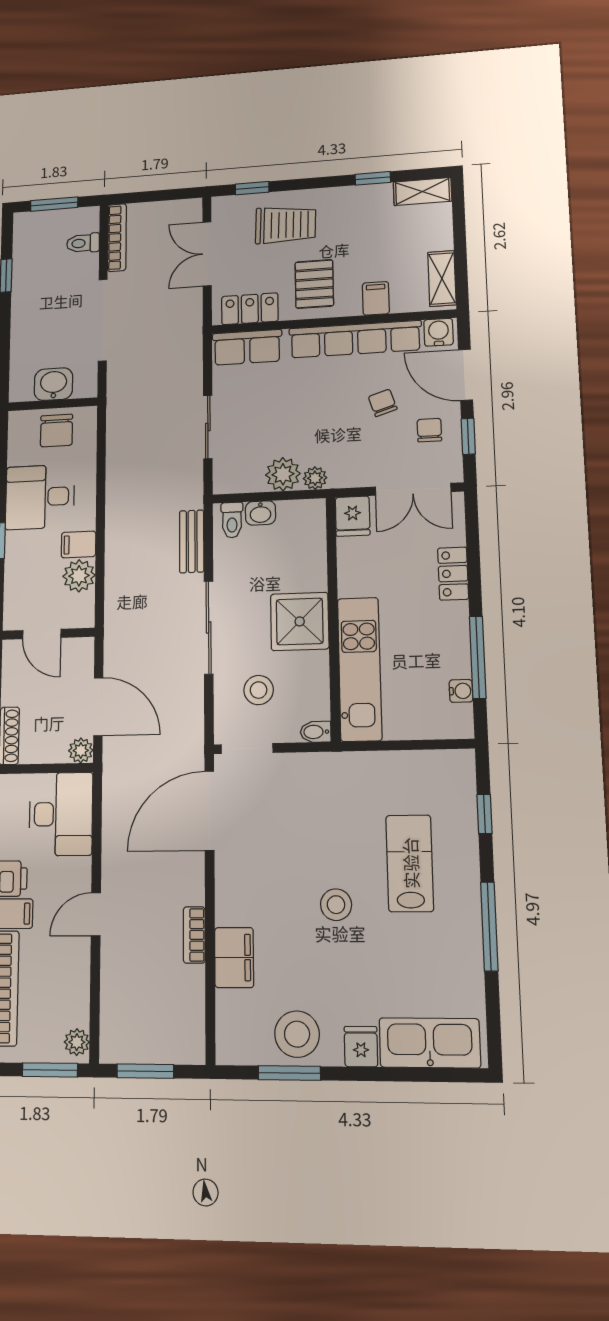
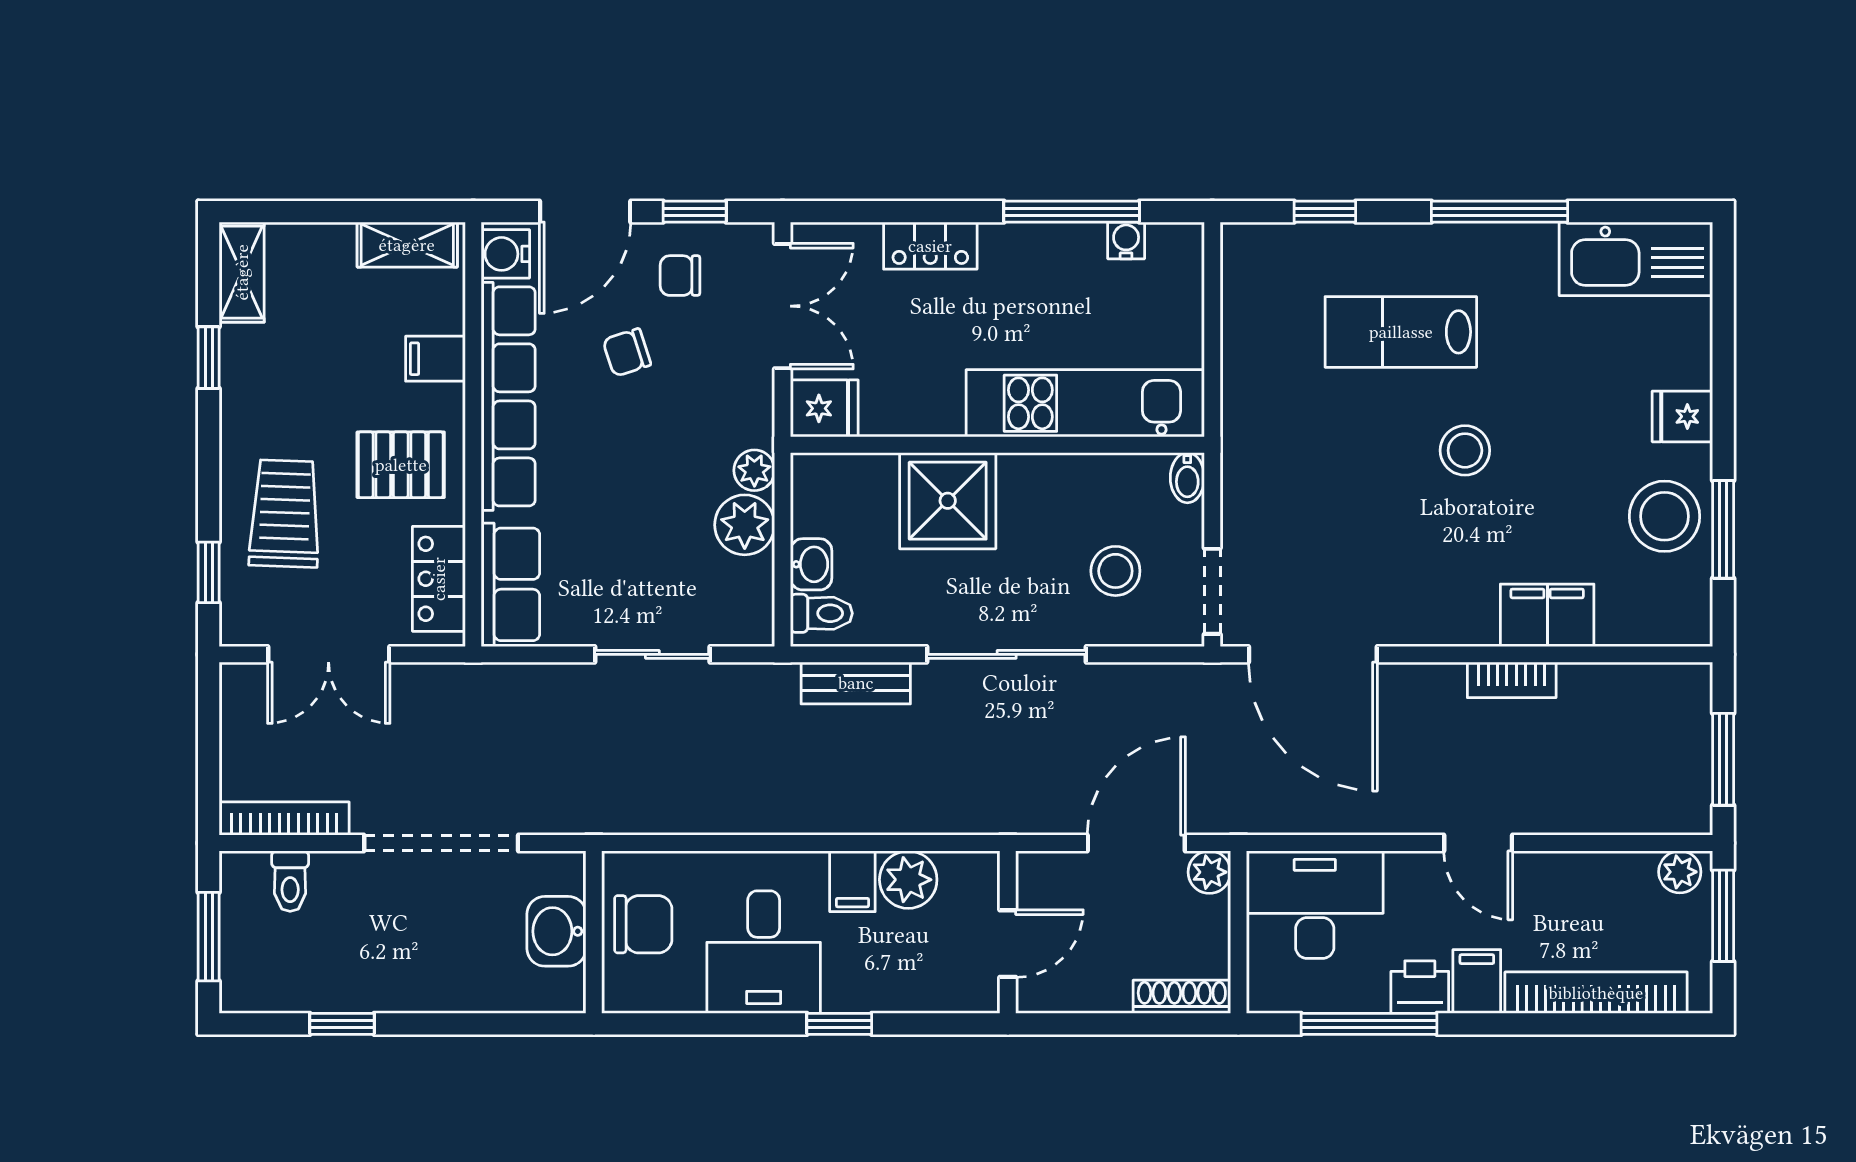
shower: (300, 621) -> (948, 501), moved
kitchen sink: (430, 1043) -> (1636, 259), moved, turned -90

